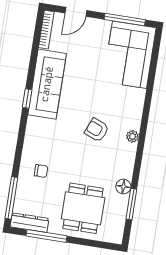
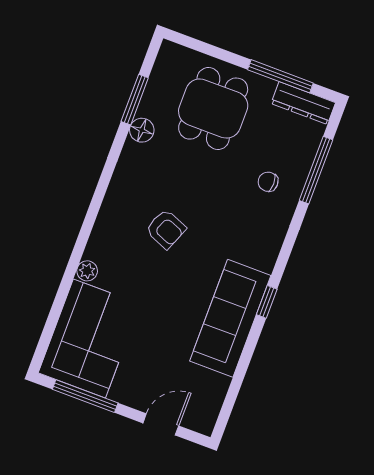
bookcase: (46, 30) -> (214, 406), removed
plant: (133, 136) -> (87, 271), moved
window: (11, 198) -> (316, 170), moved

